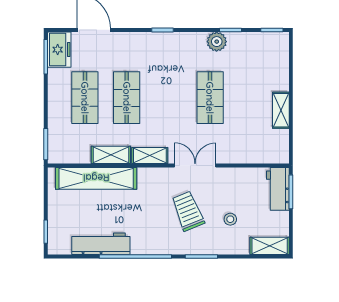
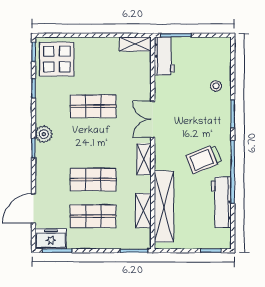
plant: (217, 42) -> (44, 134), moved
display table: (264, 56) -> (57, 59), added
shelving: (281, 110) -> (135, 44), moved
shelving: (111, 155) -> (143, 211), moved
workbench: (278, 189) -> (164, 56), moved, turned -90
trolley: (188, 211) -> (204, 159), moved
stool: (230, 219) -> (216, 86), moved
shelving: (270, 246) -> (223, 54), removed

